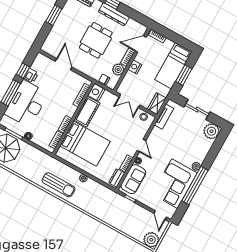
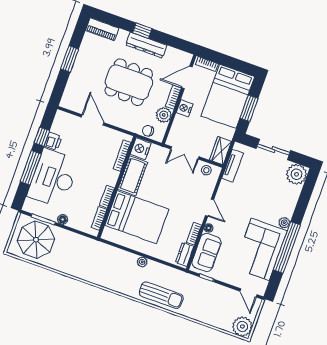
dining table: (96, 40) -> (129, 82), width x1.38
bed: (173, 66) -> (228, 96), width x1.50
sun lounger: (59, 185) -> (161, 295), moved

